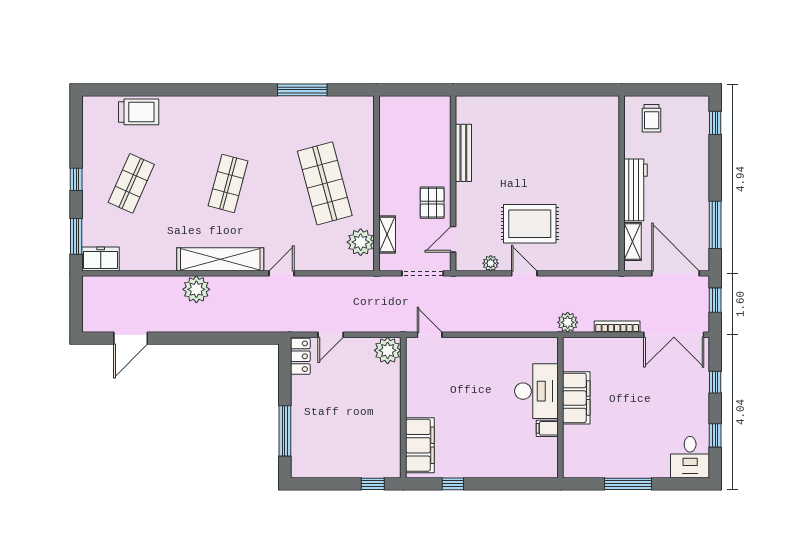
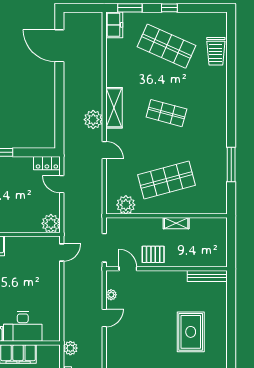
bench: (463, 153) -> (207, 276), moved
shop shelf: (131, 183) -> (166, 46), width x1.43, depth x1.36
rug: (530, 224) -> (191, 332), moved
shelving: (387, 234) -> (176, 223), moved
shelving: (220, 259) -> (114, 108), width x0.68
plant: (196, 289) -> (93, 120), moved
door: (131, 338) -> (59, 46), width x1.36

